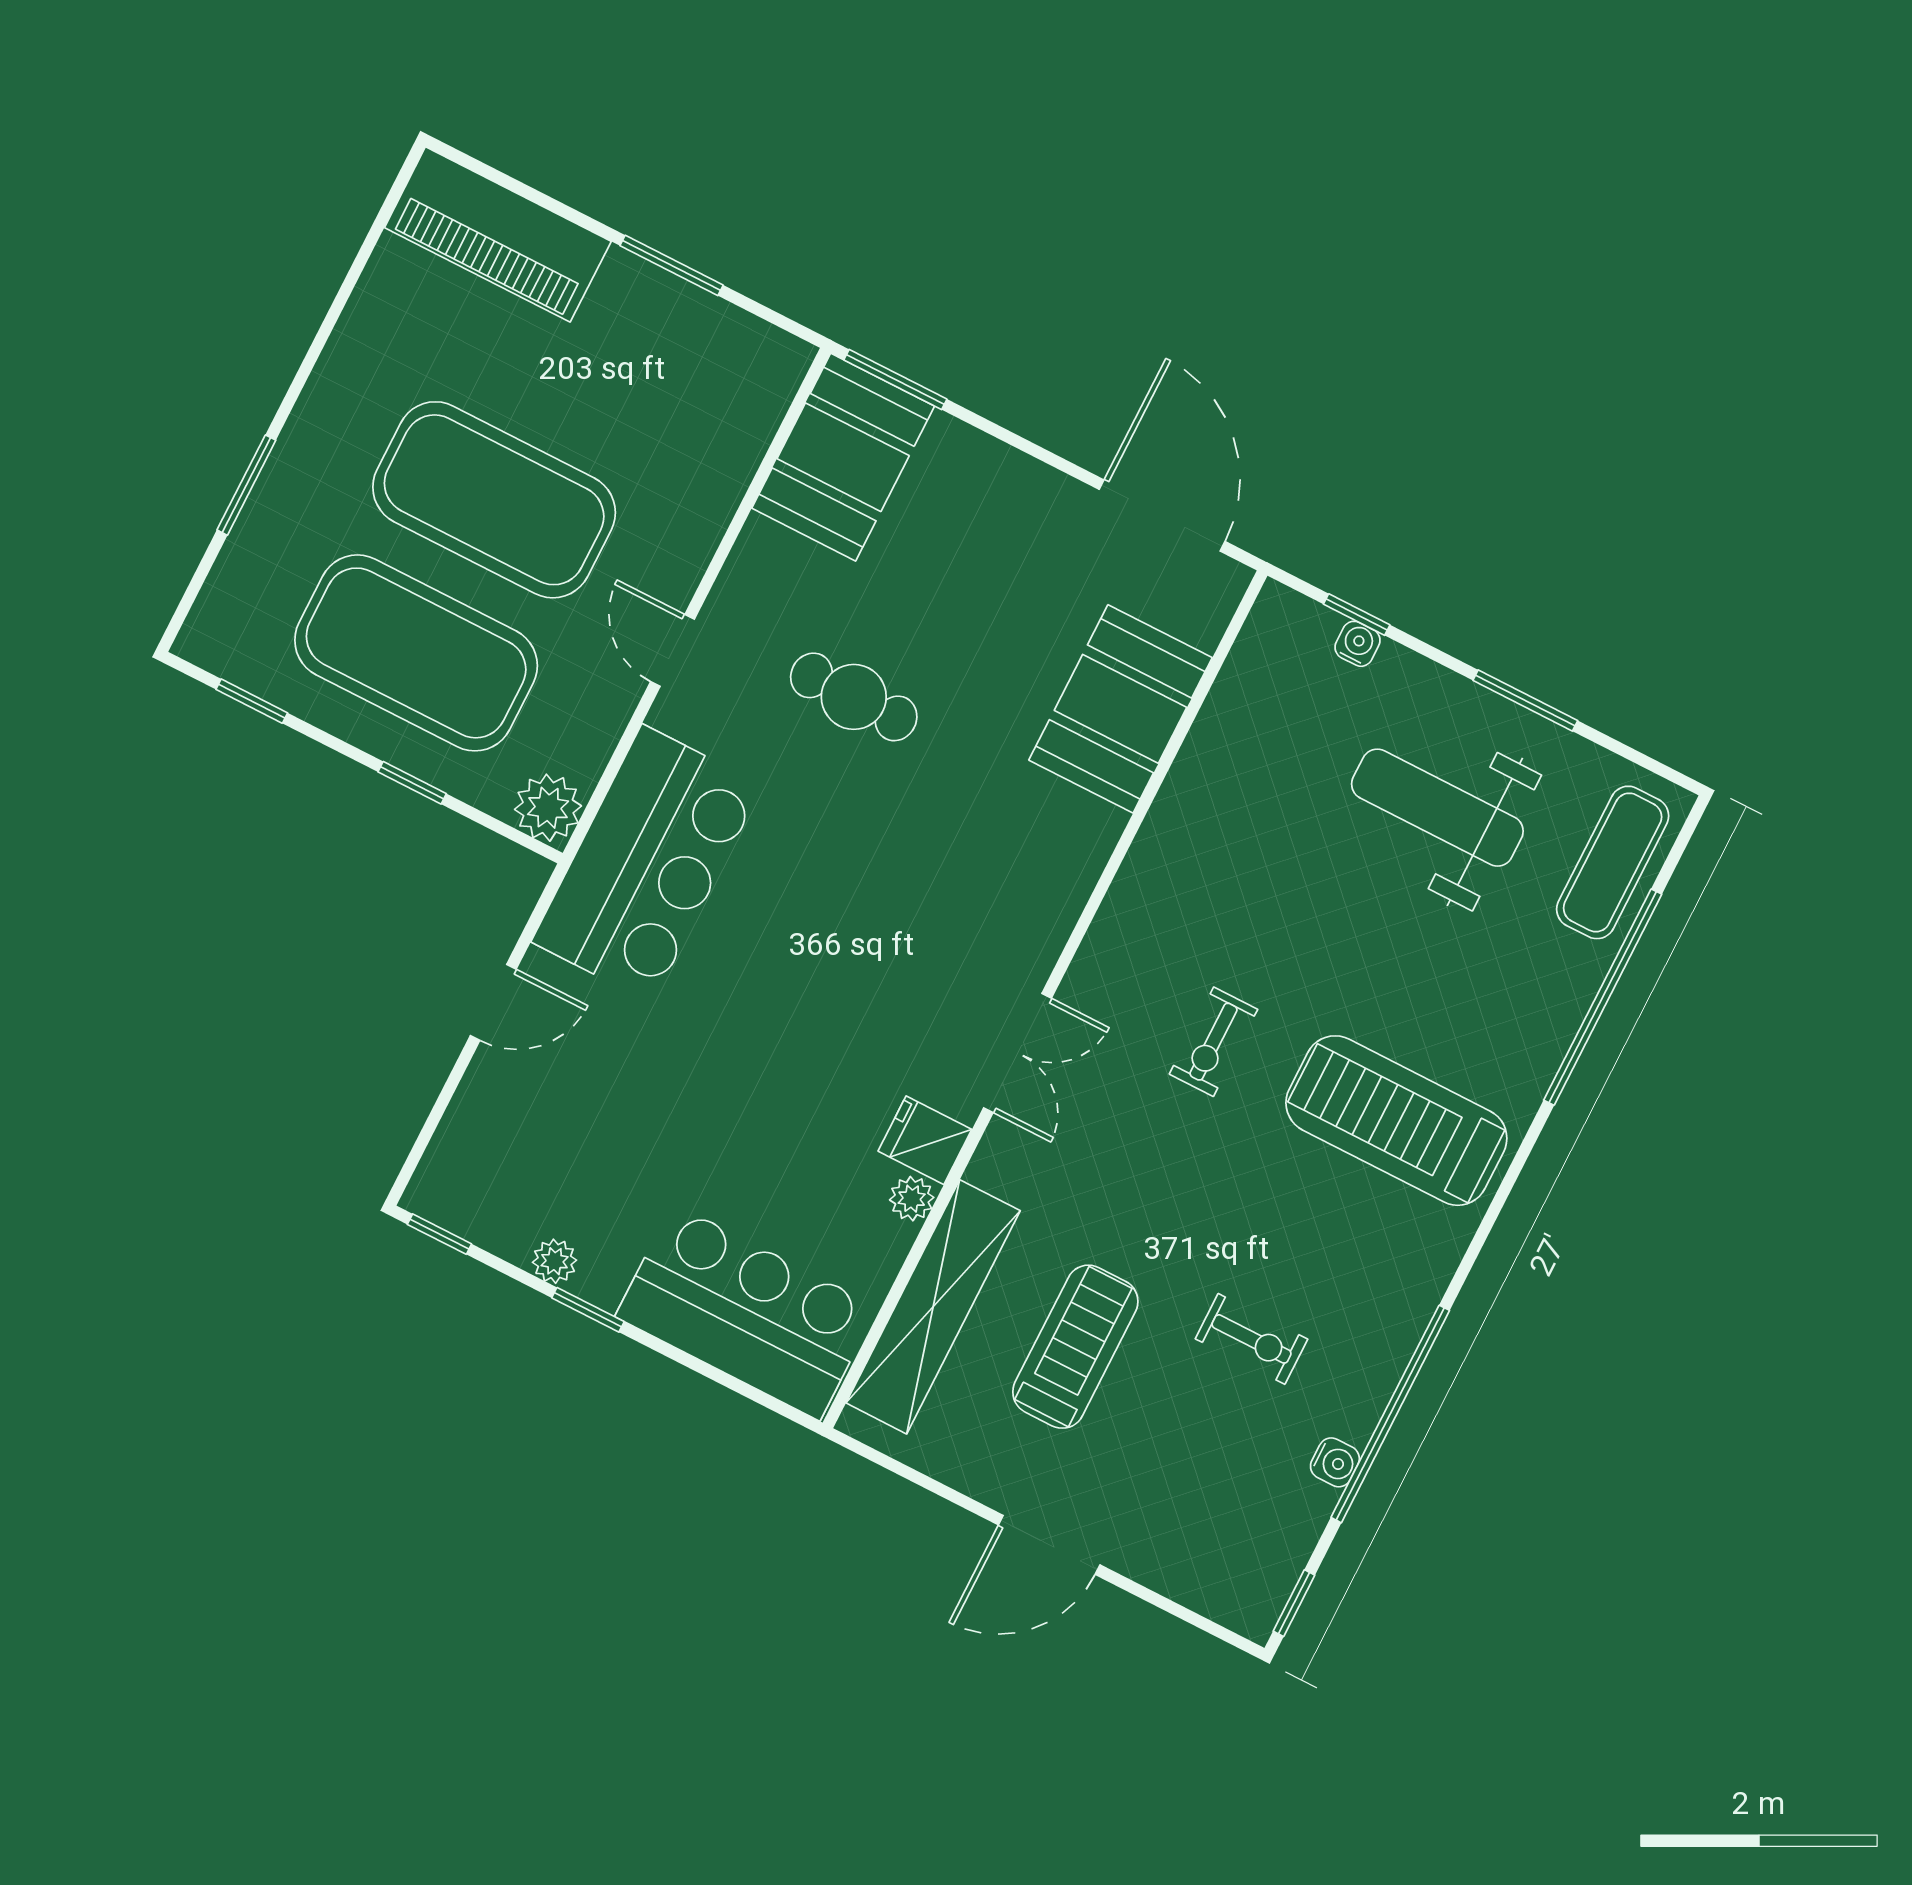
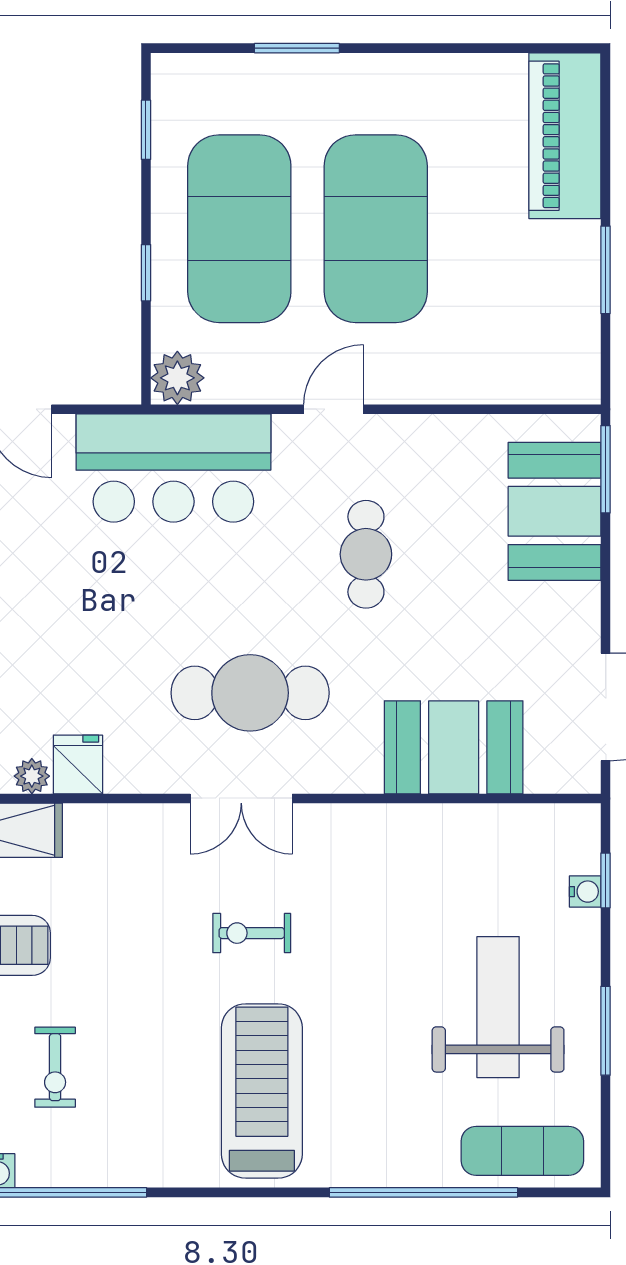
booth: (843, 457) -> (554, 511), moved, turned 90
cafe table: (943, 906) -> (250, 693), added
double door: (1017, 1053) -> (241, 798), moved

